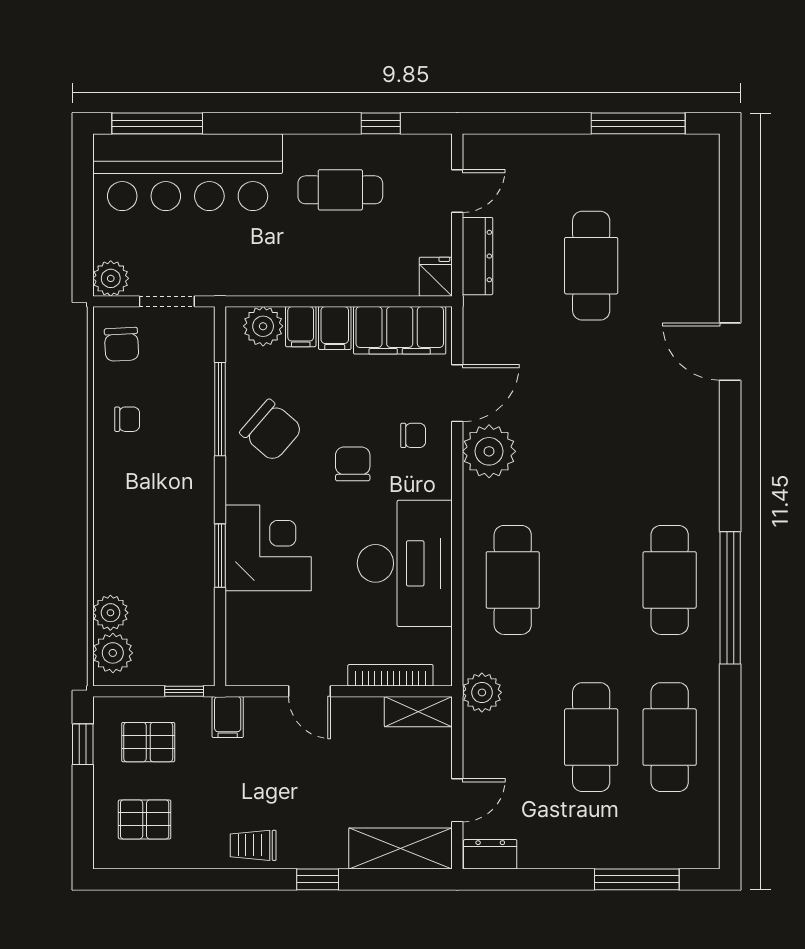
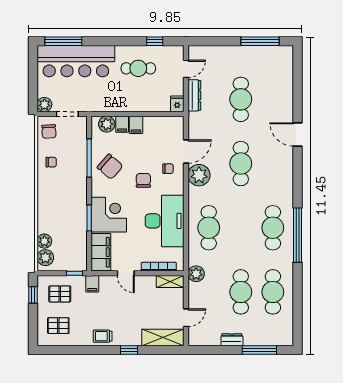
filing cabinet: (400, 330) -> (101, 252), moved, turned -90
cafe table: (591, 423) -> (241, 164), added
dresser: (490, 854) -> (232, 340), moved

